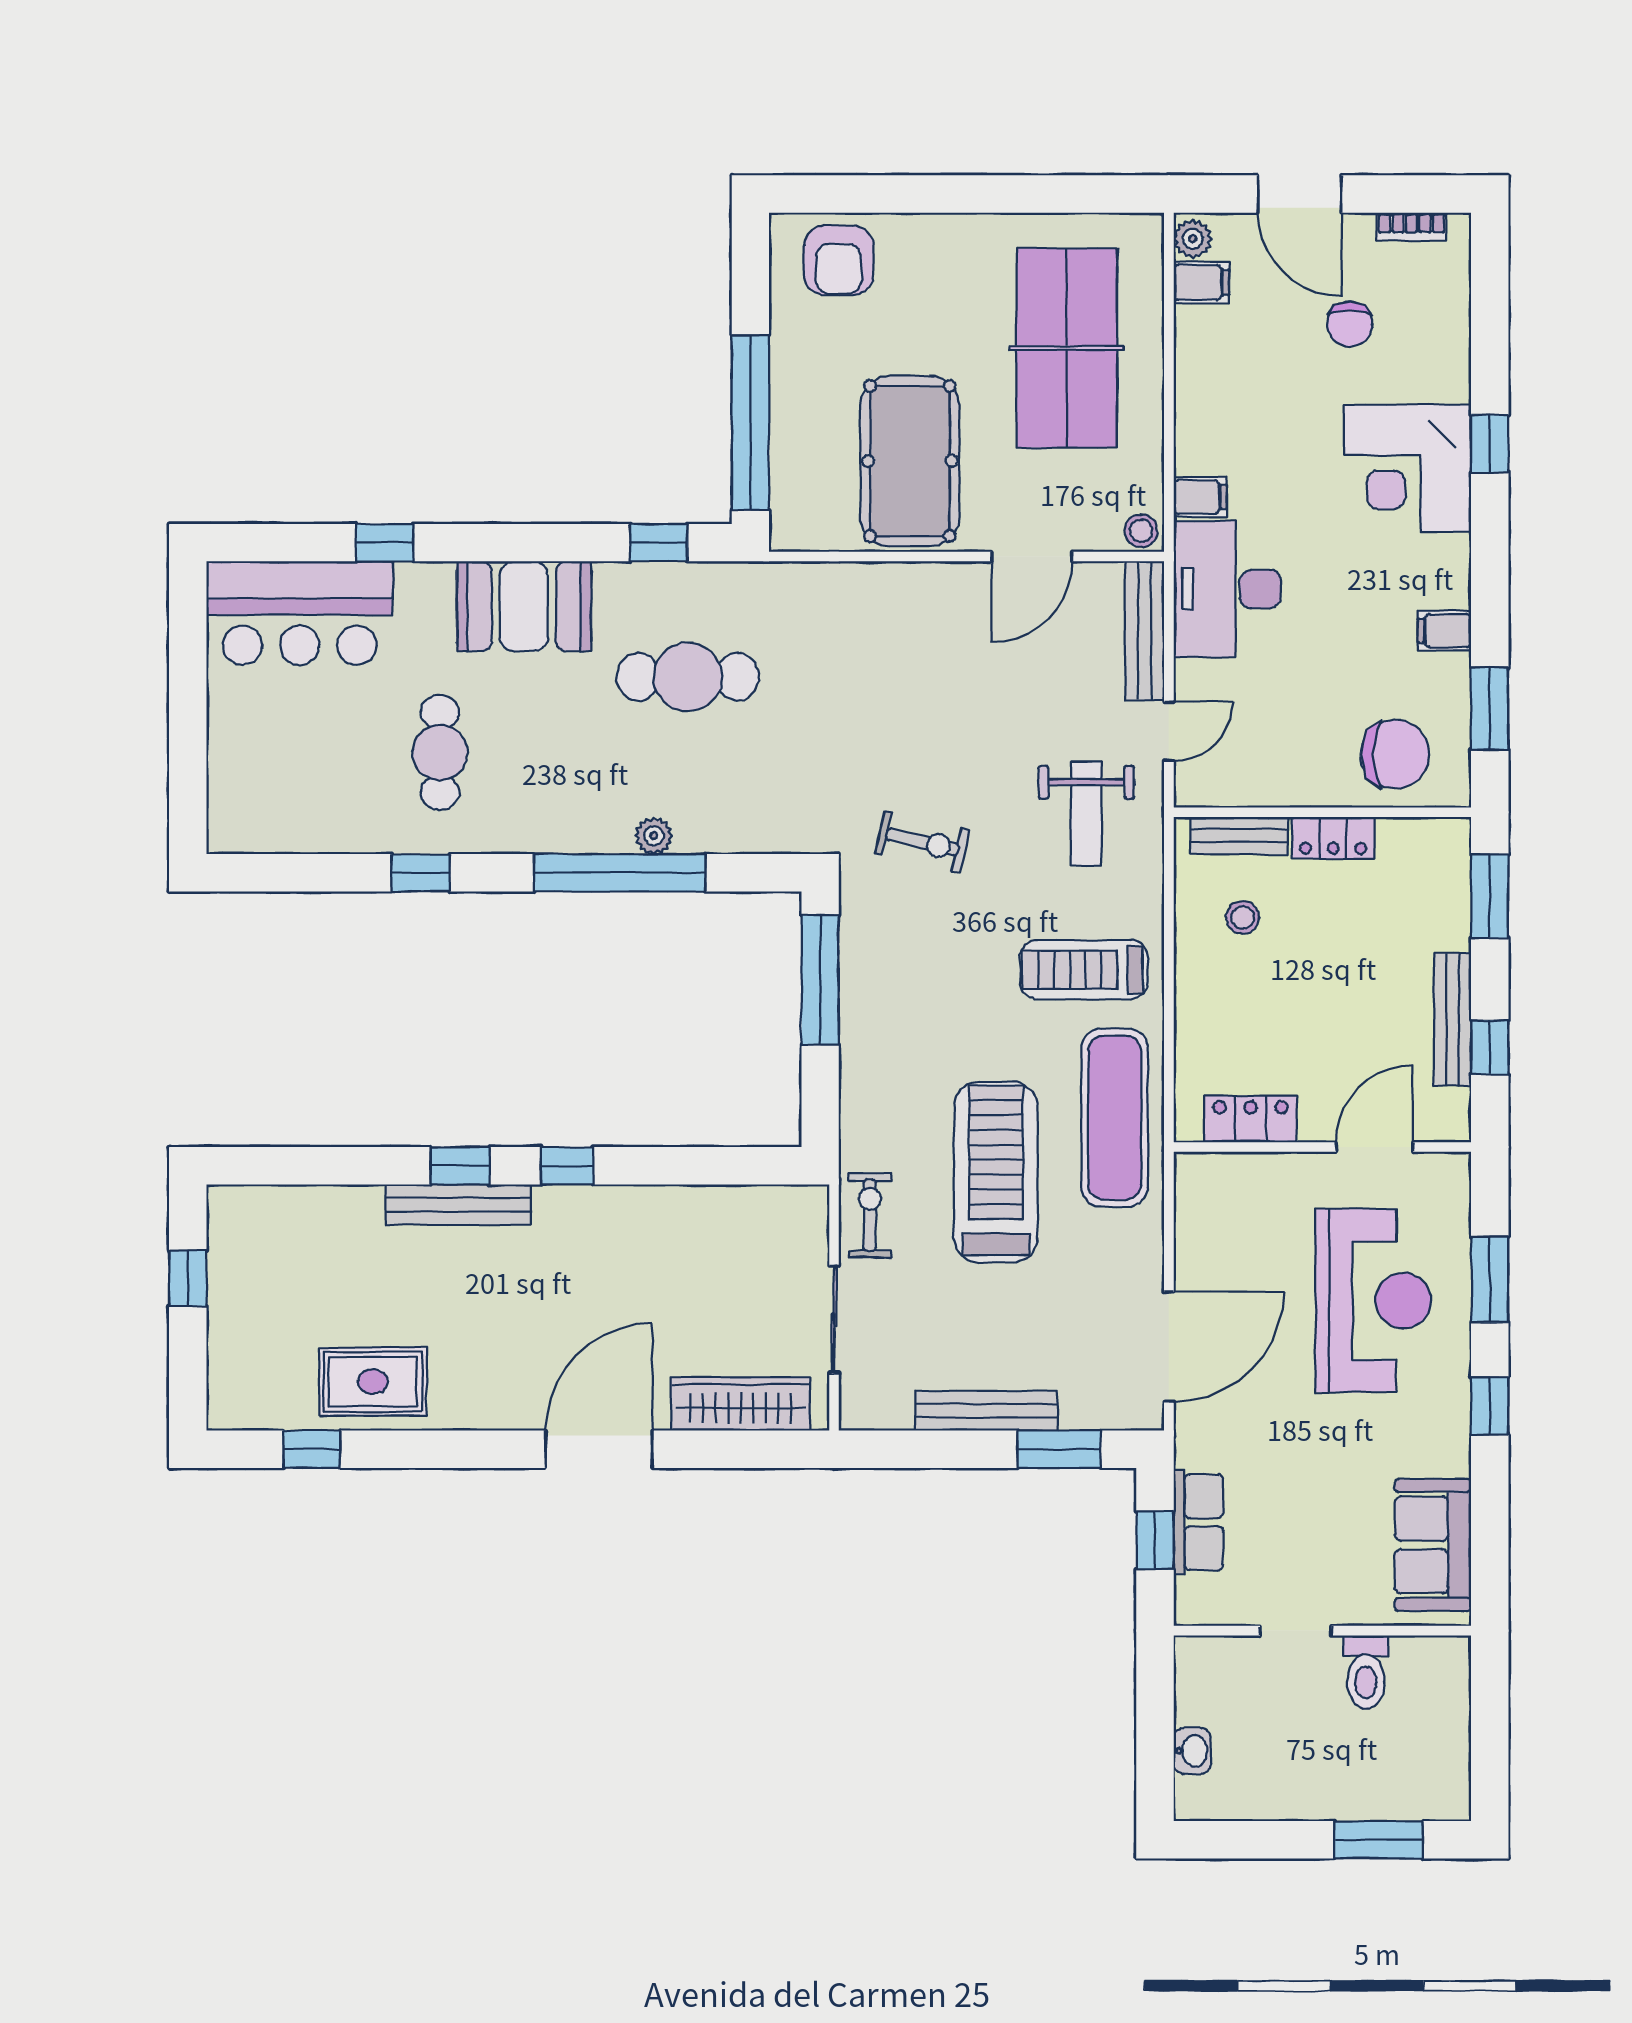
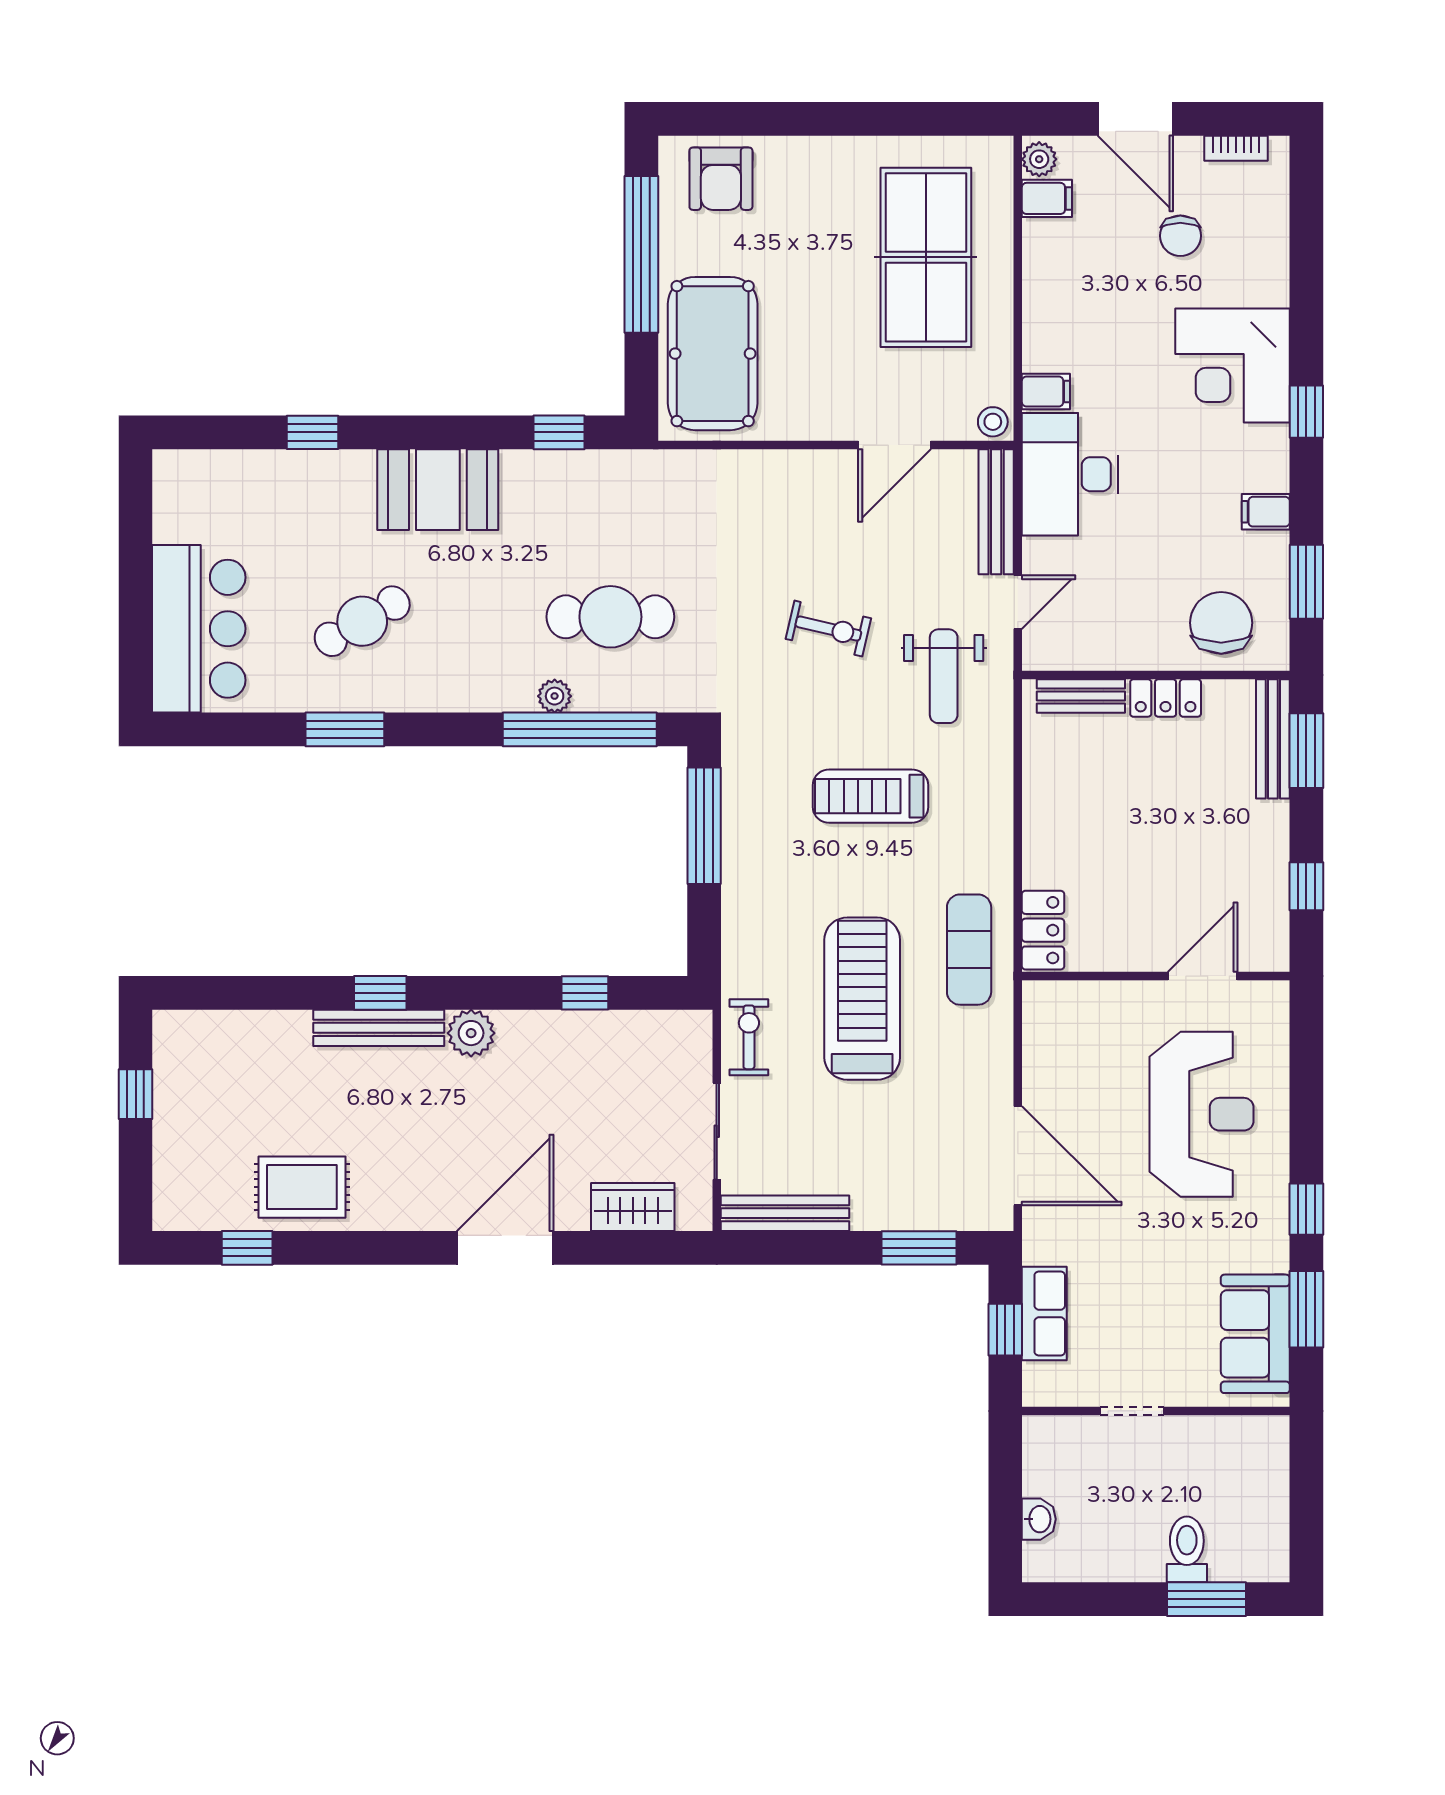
window: (750, 423) -> (641, 254), moved
window: (1490, 444) -> (1306, 412), moved
pool table: (910, 461) -> (713, 354), moved
bar counter: (300, 613) -> (199, 629), moved, turned -90
cafe table: (688, 677) -> (610, 617), moved
cafe table: (440, 752) -> (362, 621), turned 60
chair: (1395, 754) -> (1221, 623), turned -90
exercise bike: (922, 842) -> (828, 629), moved
window: (421, 873) -> (345, 729), width x1.50
window: (620, 873) -> (580, 729), moved
stool: (1243, 917) -> (1084, 770), removed
treadmill: (1084, 970) -> (870, 796), moved
bench: (1452, 1019) -> (1273, 739), moved
exercise mat: (1115, 1118) -> (969, 950), width x0.73, depth x0.69
locker: (1251, 1119) -> (1043, 930), moved, turned 90
window: (567, 1166) -> (585, 993), moved
plant: (561, 1210) -> (471, 1033), added
window: (1490, 1279) -> (1306, 1309), moved
door: (1169, 1347) -> (1018, 1156), hinge flipped
wardrobe: (741, 1404) -> (633, 1207), width x0.67
bench: (986, 1411) -> (785, 1213), moved
toilet: (1366, 1672) -> (1187, 1549), moved, turned 180

